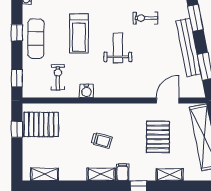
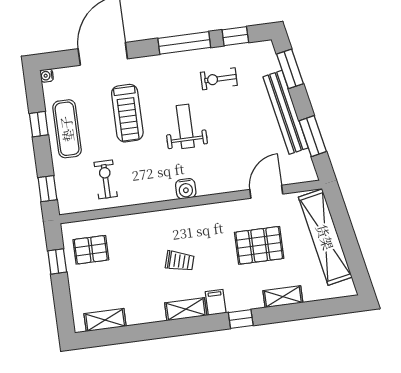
water cooler: (86, 91) -> (186, 189), moved
pallet: (41, 124) -> (91, 250), width x0.67, depth x0.71
pallet: (158, 137) -> (259, 245), turned 90

